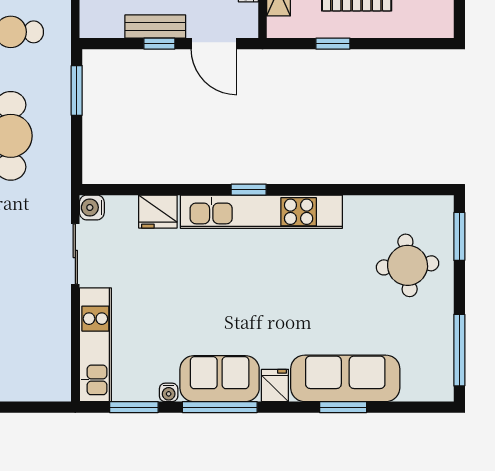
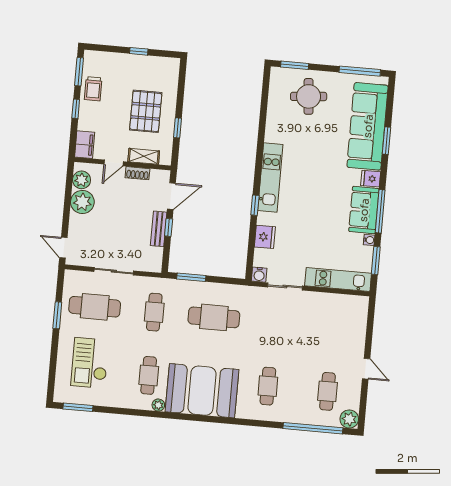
window: (249, 190) -> (255, 205), moved
kitchen unit: (261, 212) -> (270, 178), width x0.73
sofa: (345, 378) -> (368, 126), width x1.36, depth x1.27

